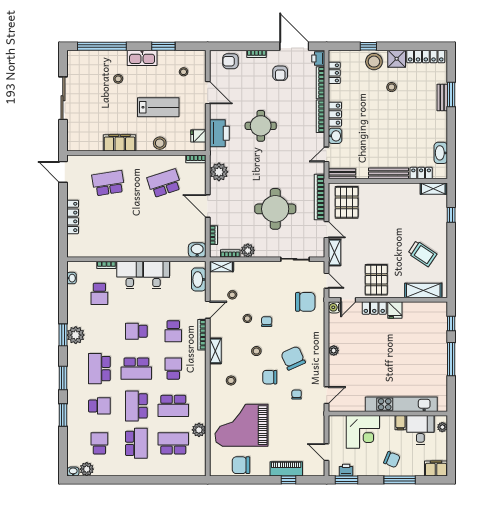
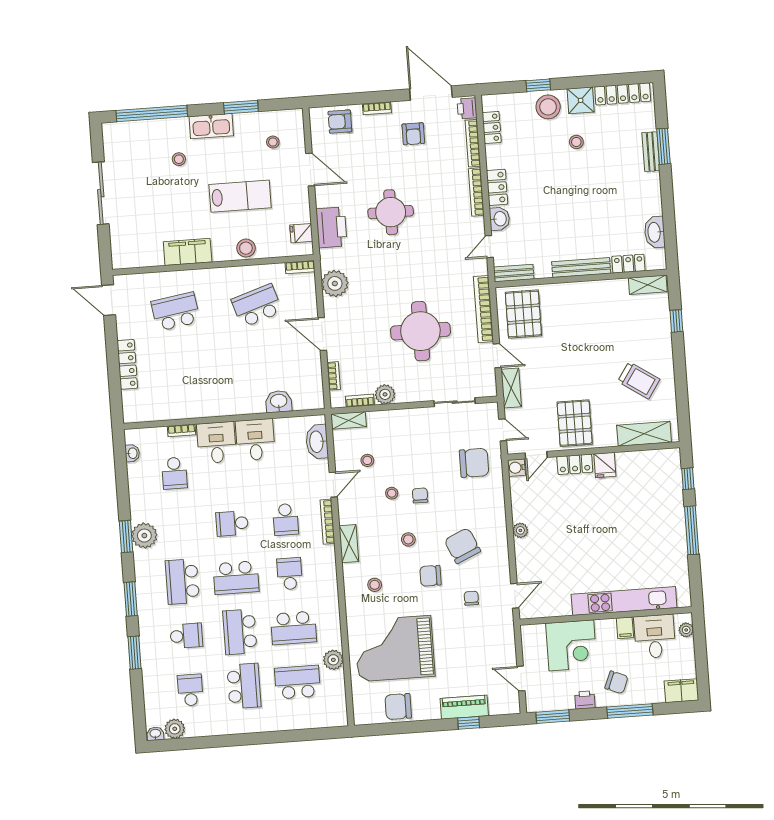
washbasin: (197, 250) -> (279, 401), moved
printer: (346, 470) -> (585, 700), moved

